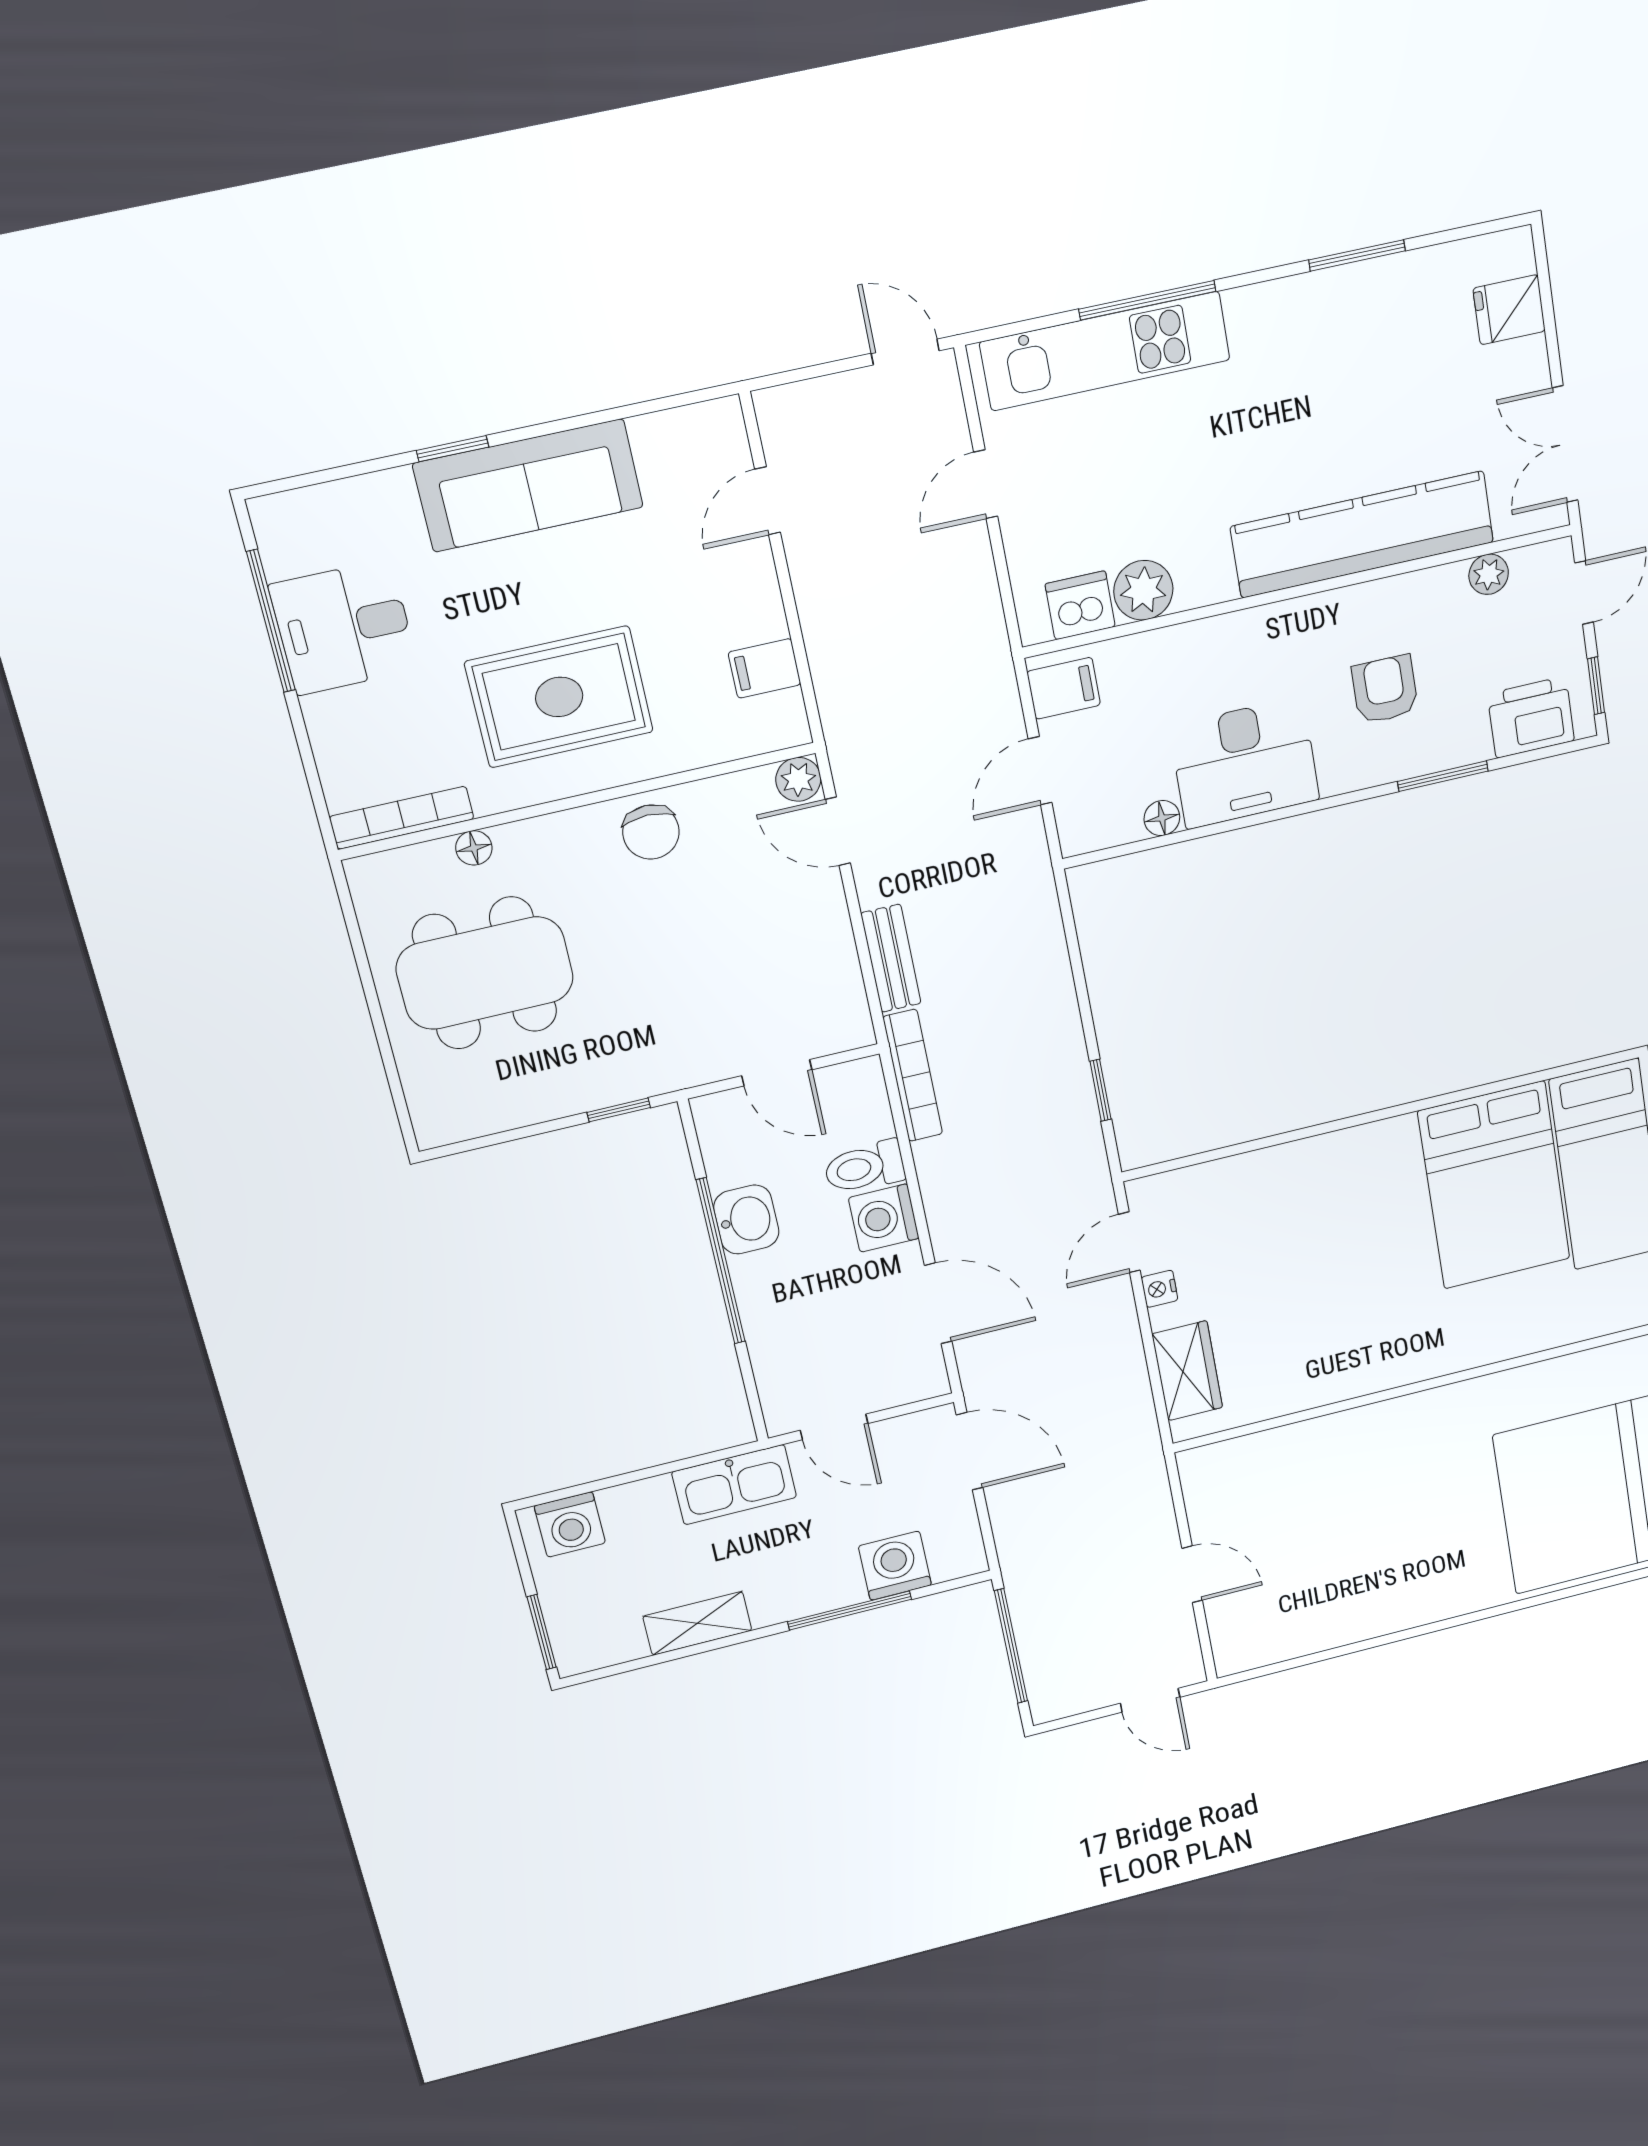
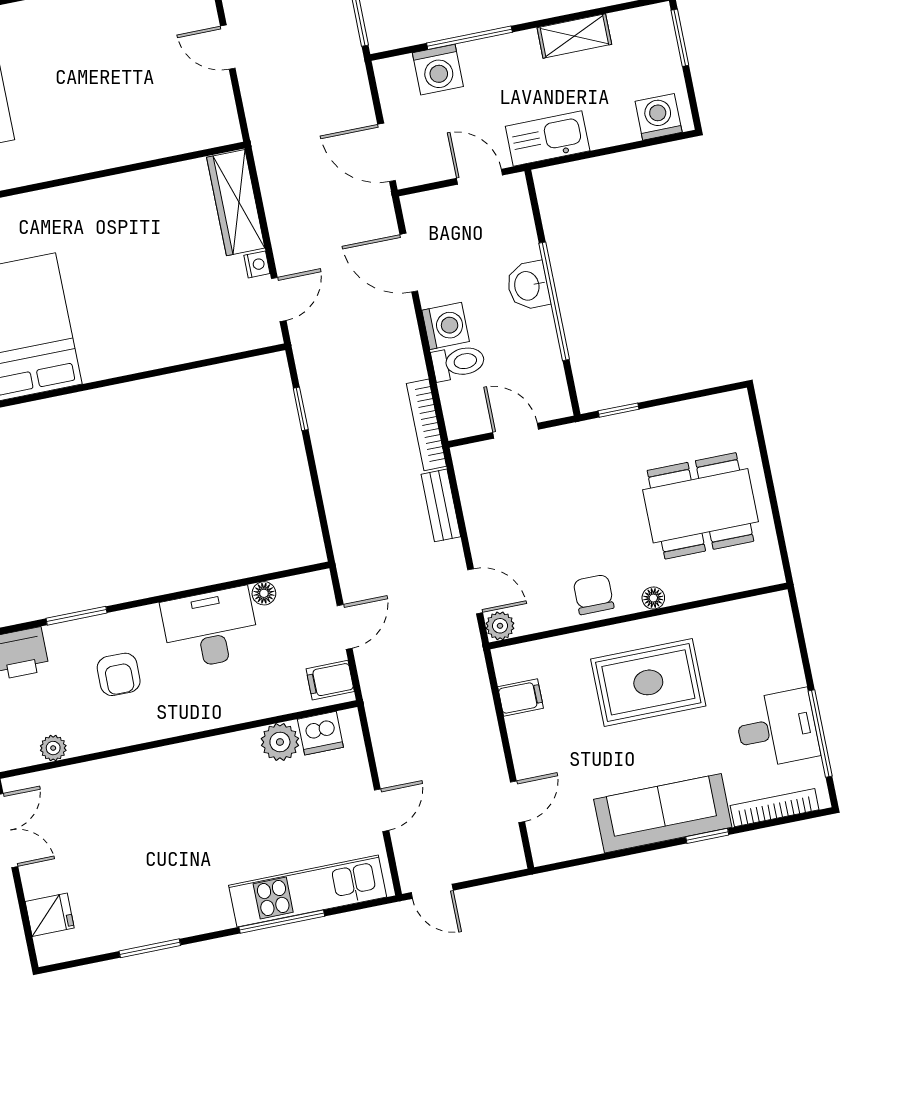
kitchen counter: (1362, 534) -> (138, 775), removed
bookcase: (402, 818) -> (775, 808), moved, turned 180
floor lamp: (474, 848) -> (653, 598), moved
washbasin: (746, 1220) -> (528, 286), moved
wardrobe: (1187, 1371) -> (236, 203), width x1.50

